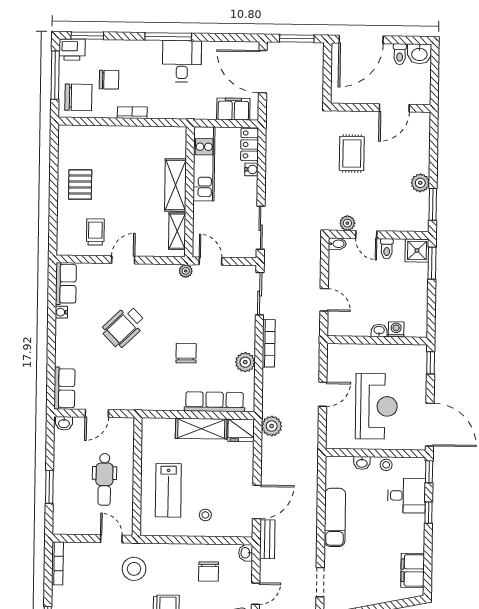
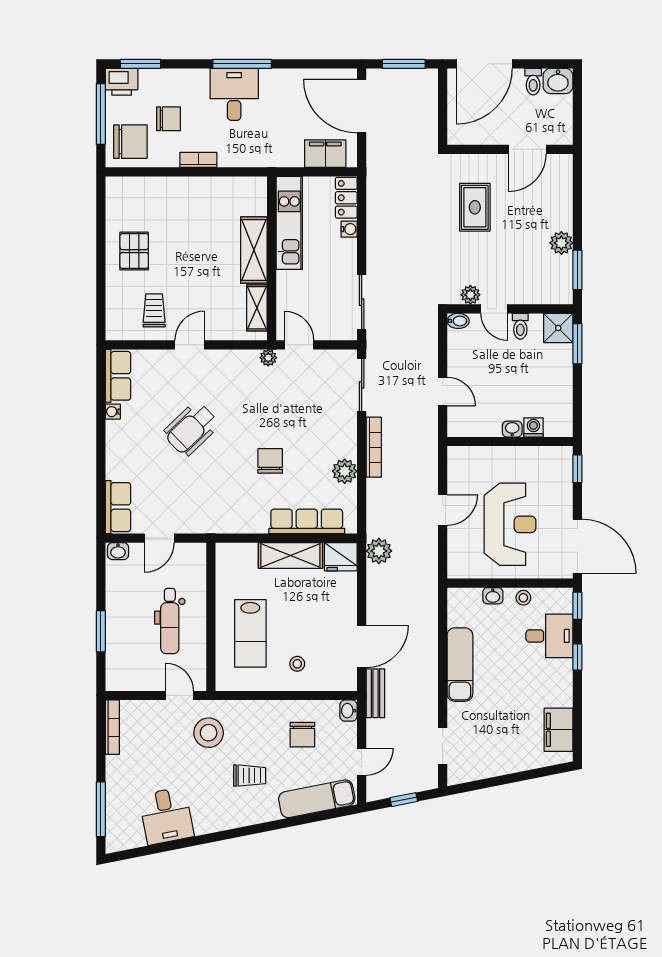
desk: (182, 61) -> (234, 94), moved

